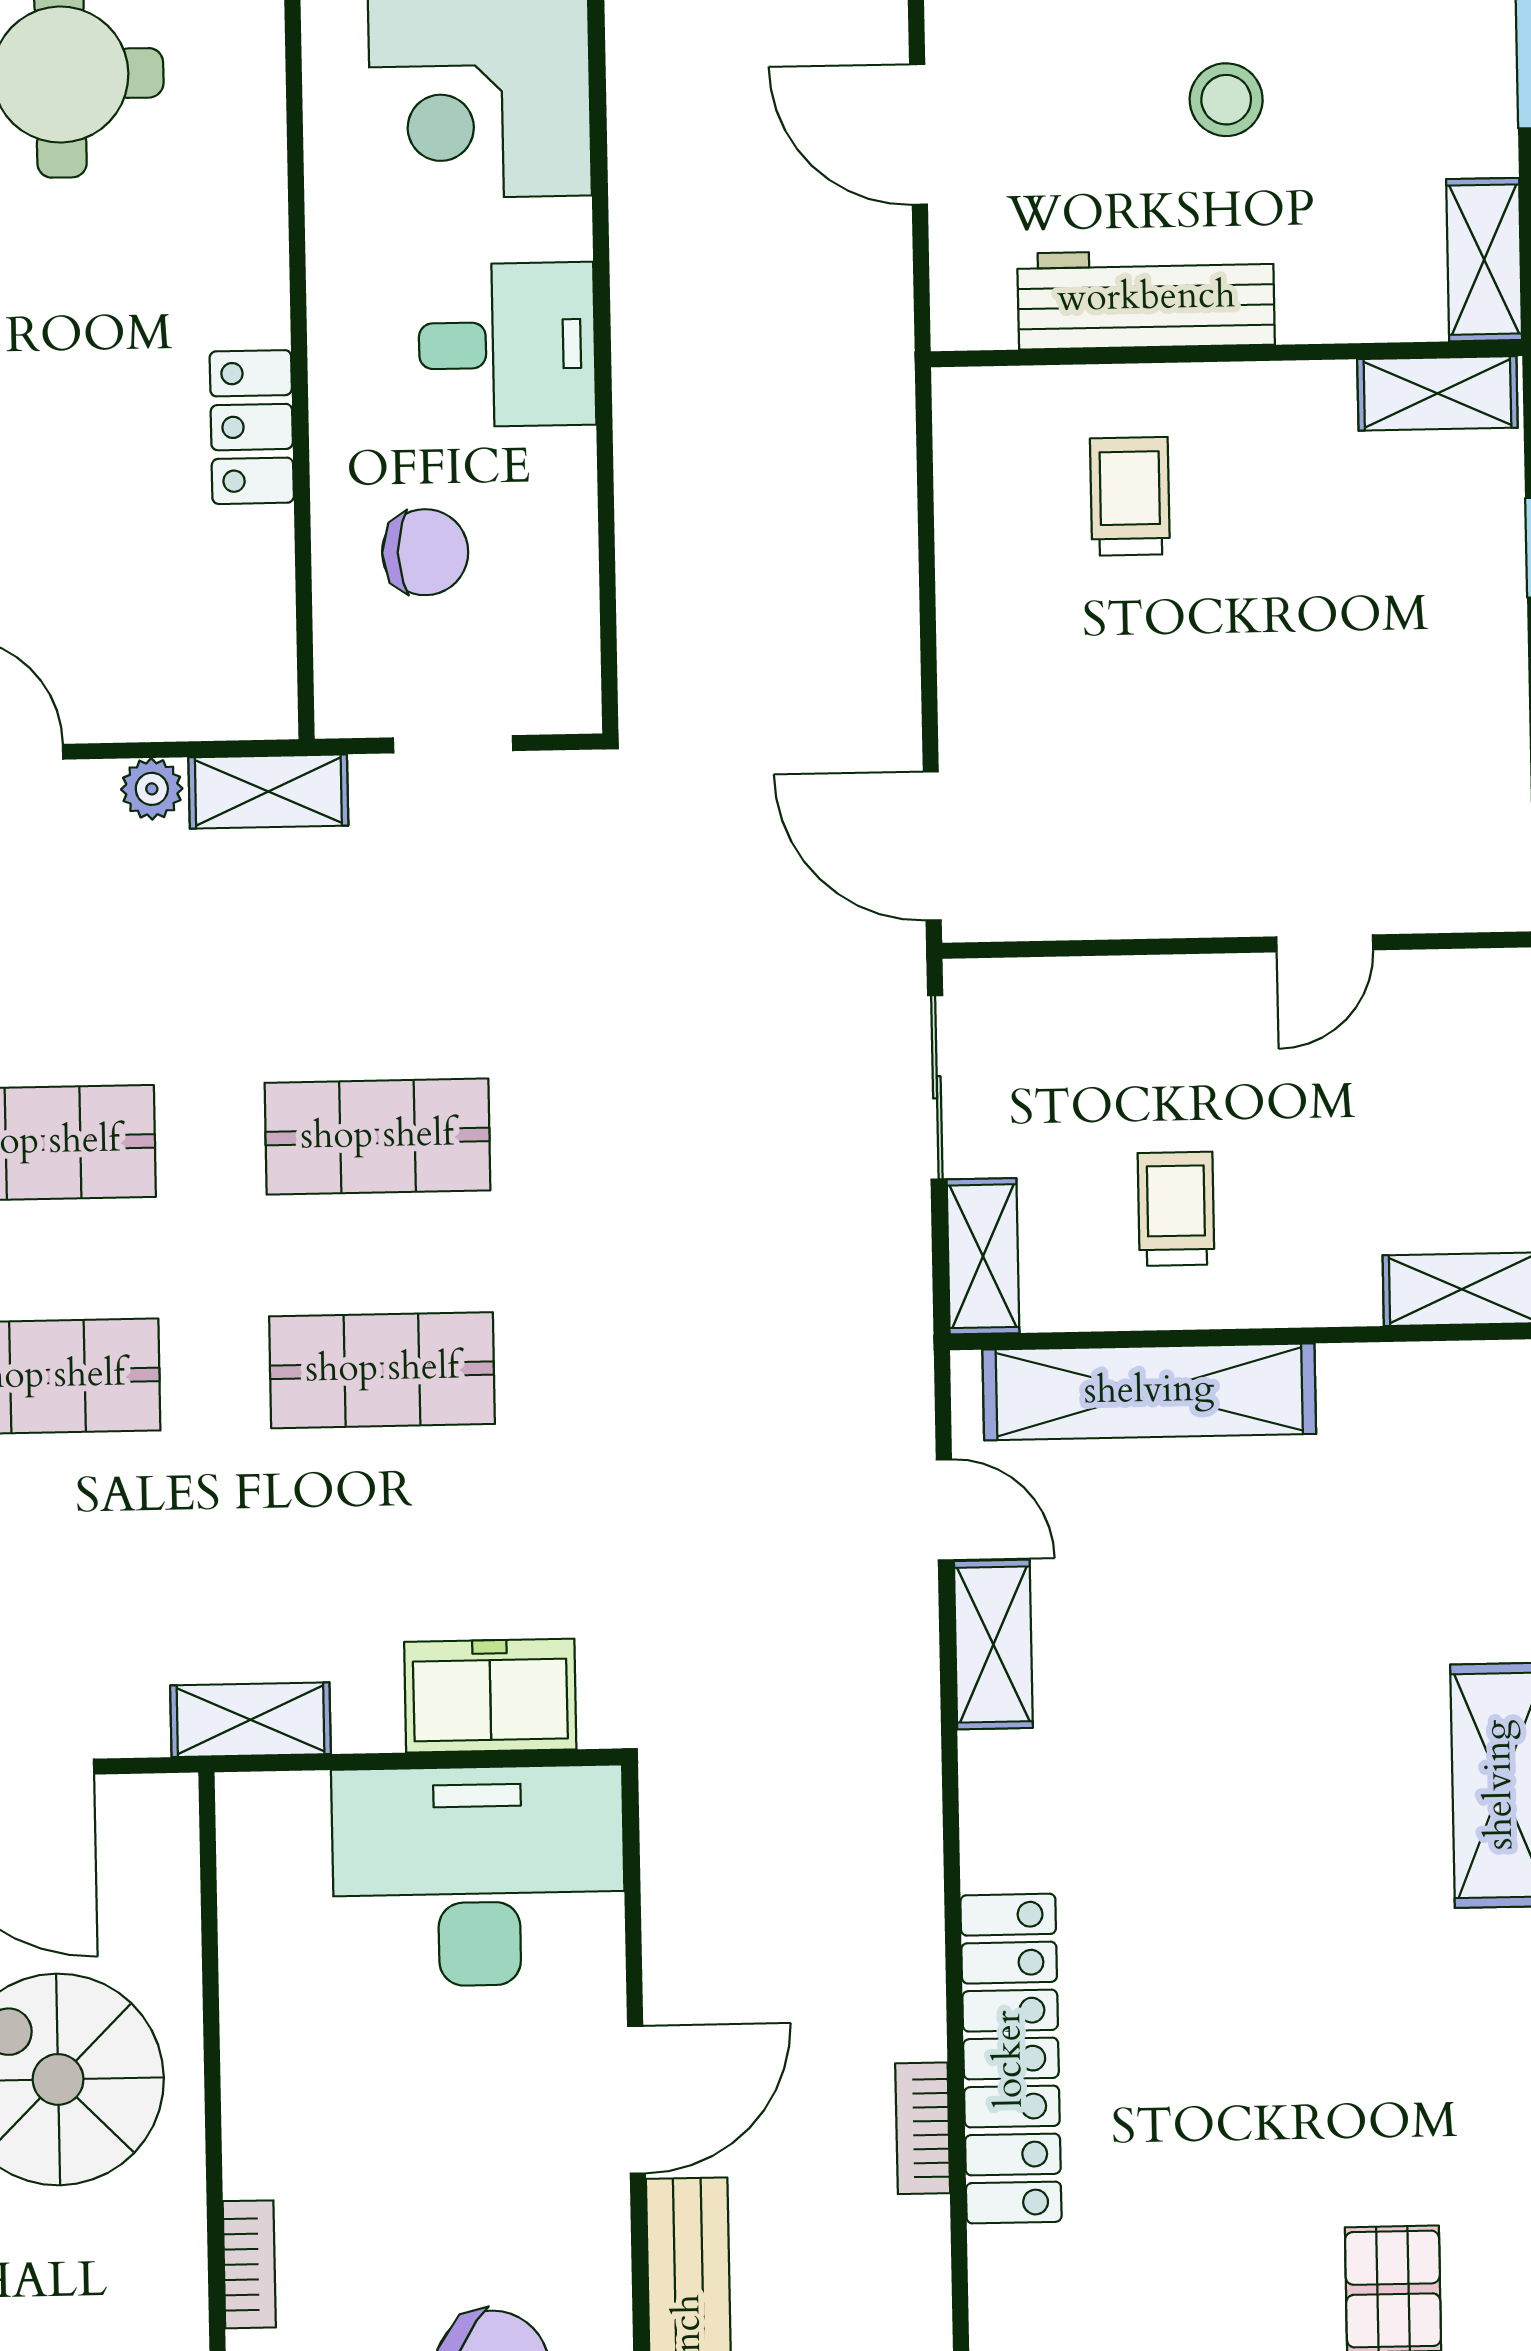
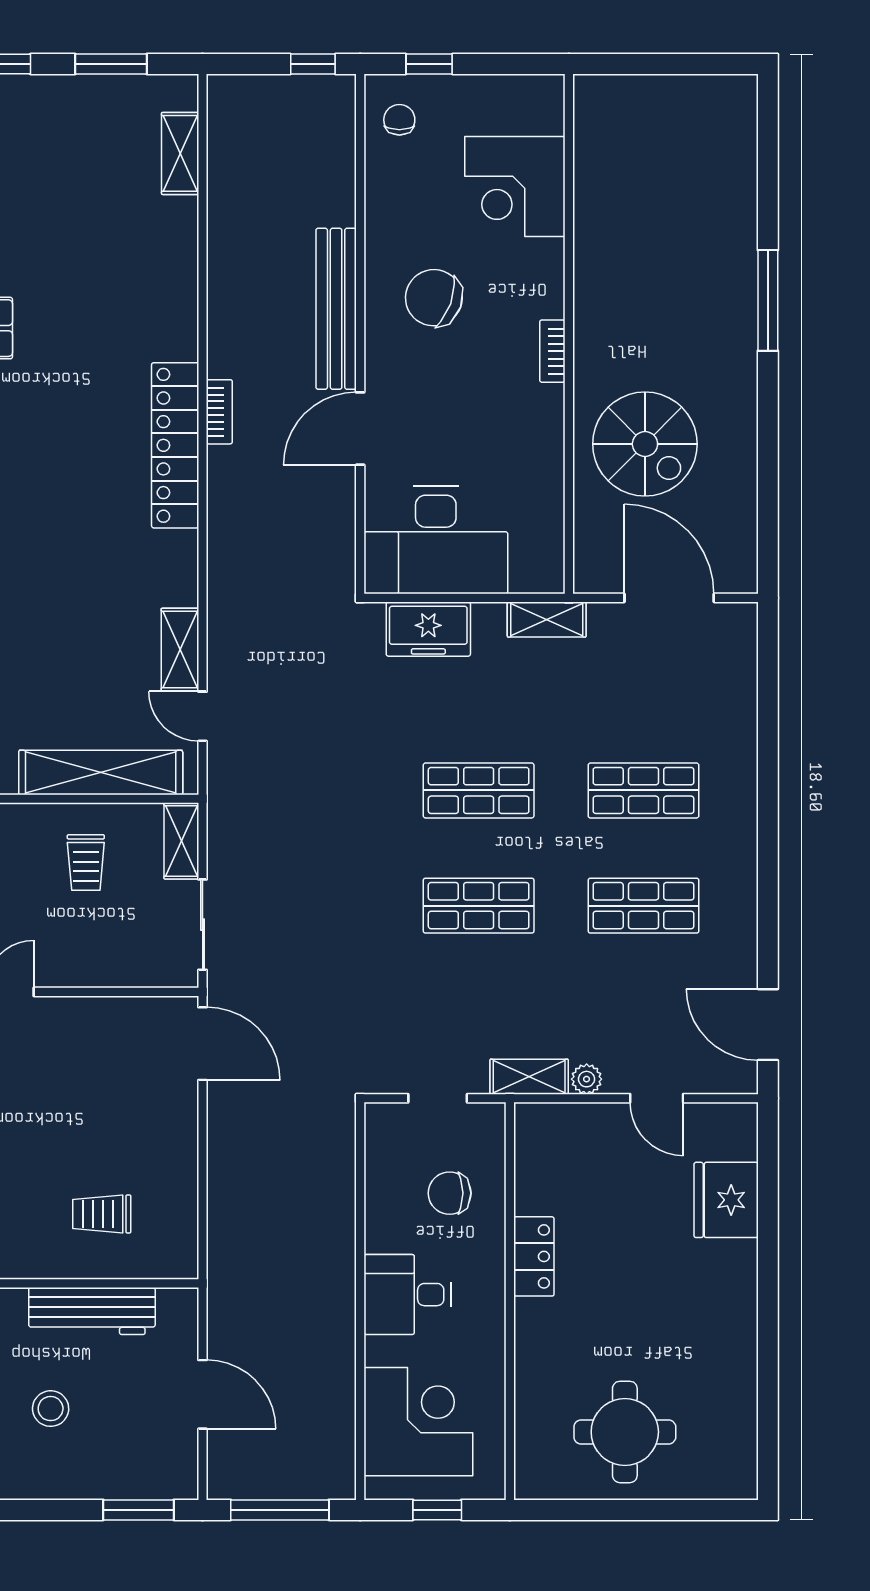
trolley: (1130, 496) -> (102, 1214), turned 90

